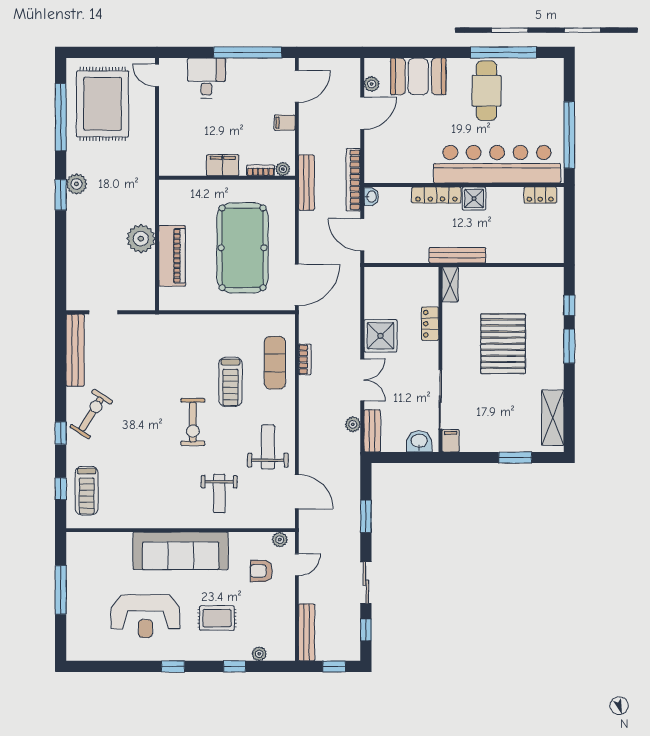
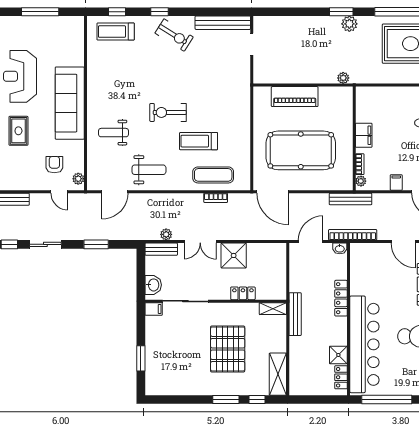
shower: (474, 198) -> (338, 355), moved
plant: (141, 239) -> (343, 78), moved, width x0.53, depth x0.53
pallet: (503, 344) -> (228, 349), turned 90
shelving: (553, 418) -> (278, 374), moved, turned 90

